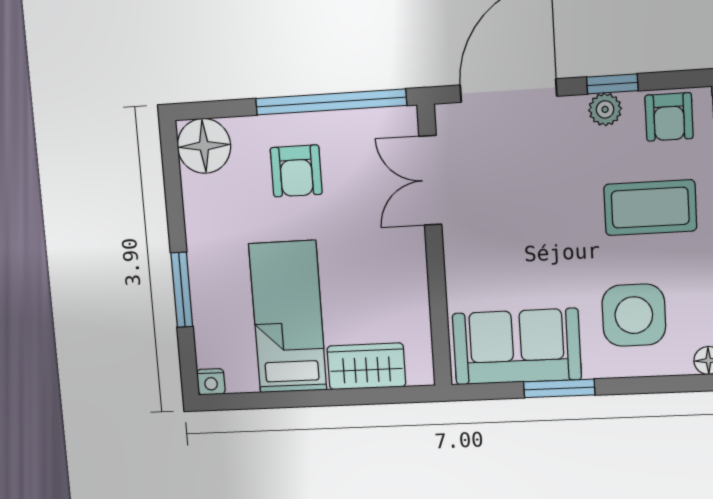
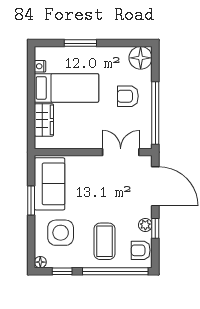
nightstand: (211, 382) -> (40, 66), moved

